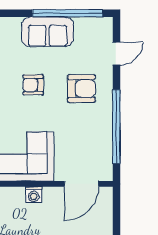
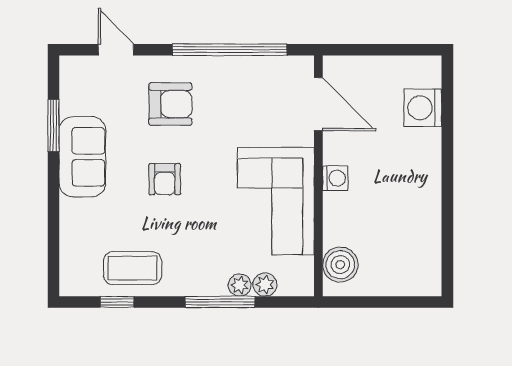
window: (68, 13) -> (53, 125), width x0.47
armchair: (81, 88) -> (170, 104), turned 90

